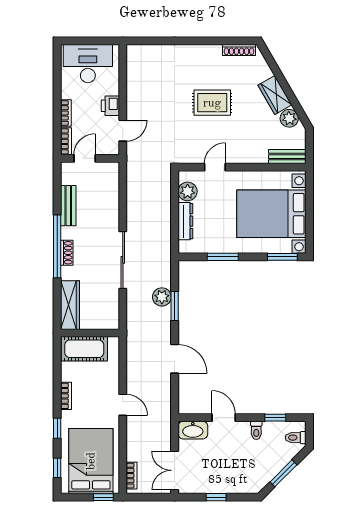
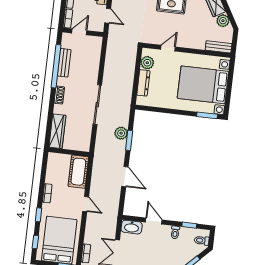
door: (123, 131) -> (108, 16), hinge flipped
window: (57, 246) -> (56, 66), moved
window: (223, 257) -> (166, 111), removed
cot: (84, 349) -> (78, 172), moved, turned 90

